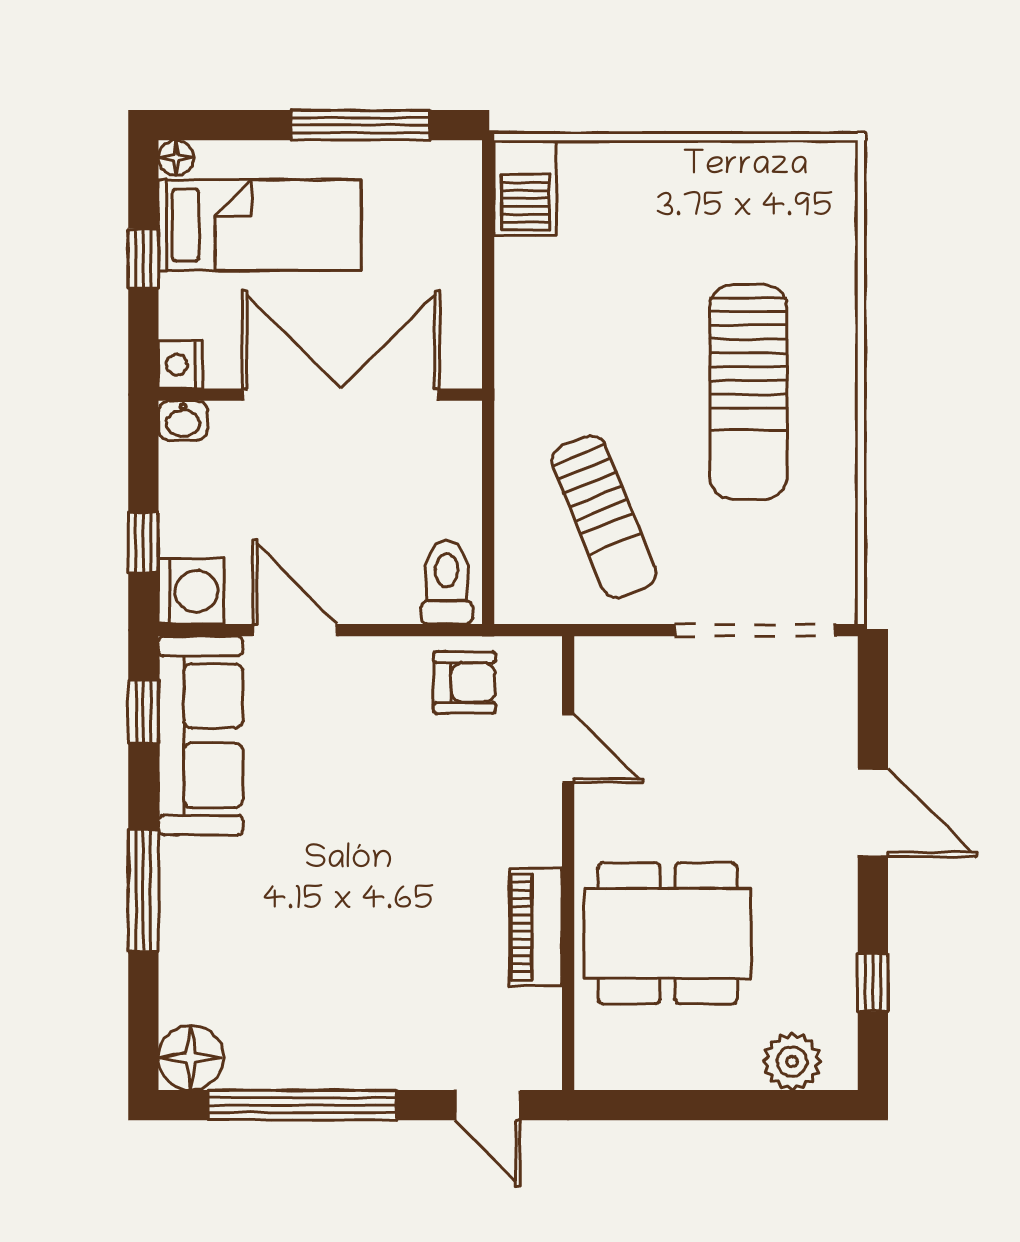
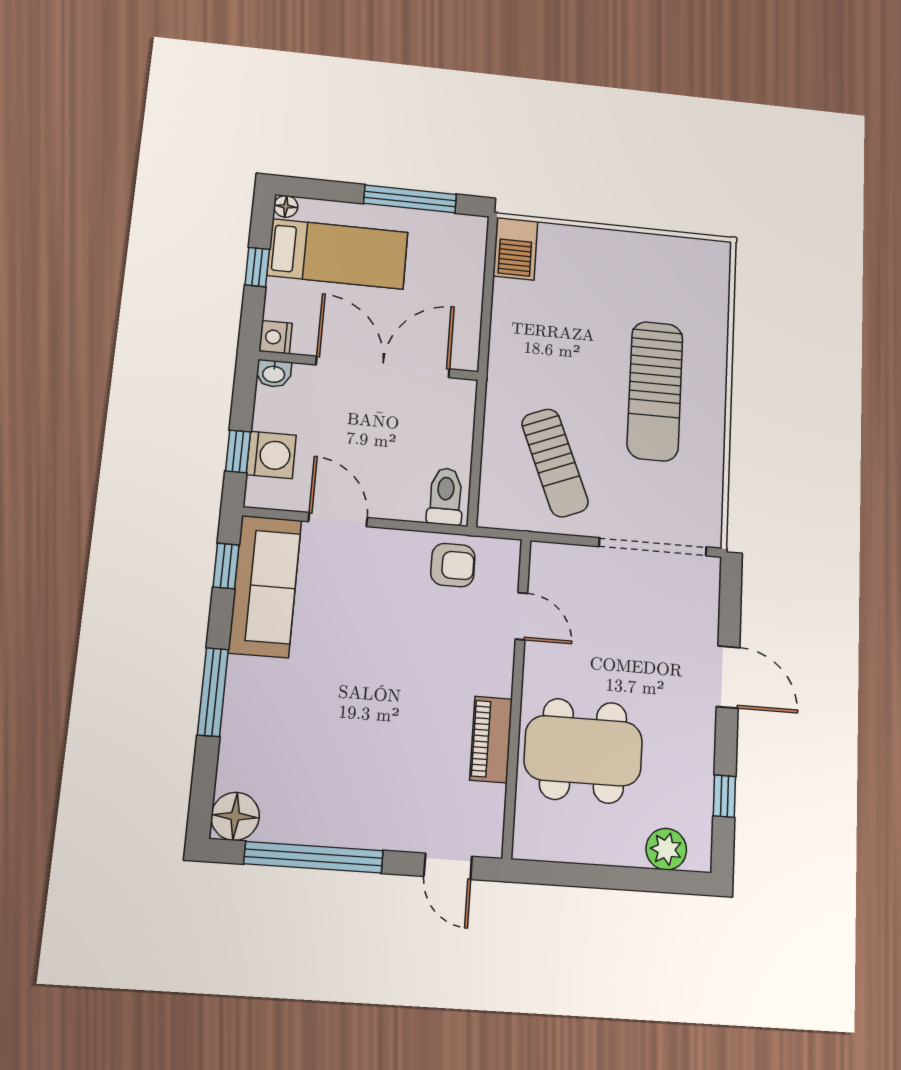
washing machine: (191, 591) -> (271, 455), moved

